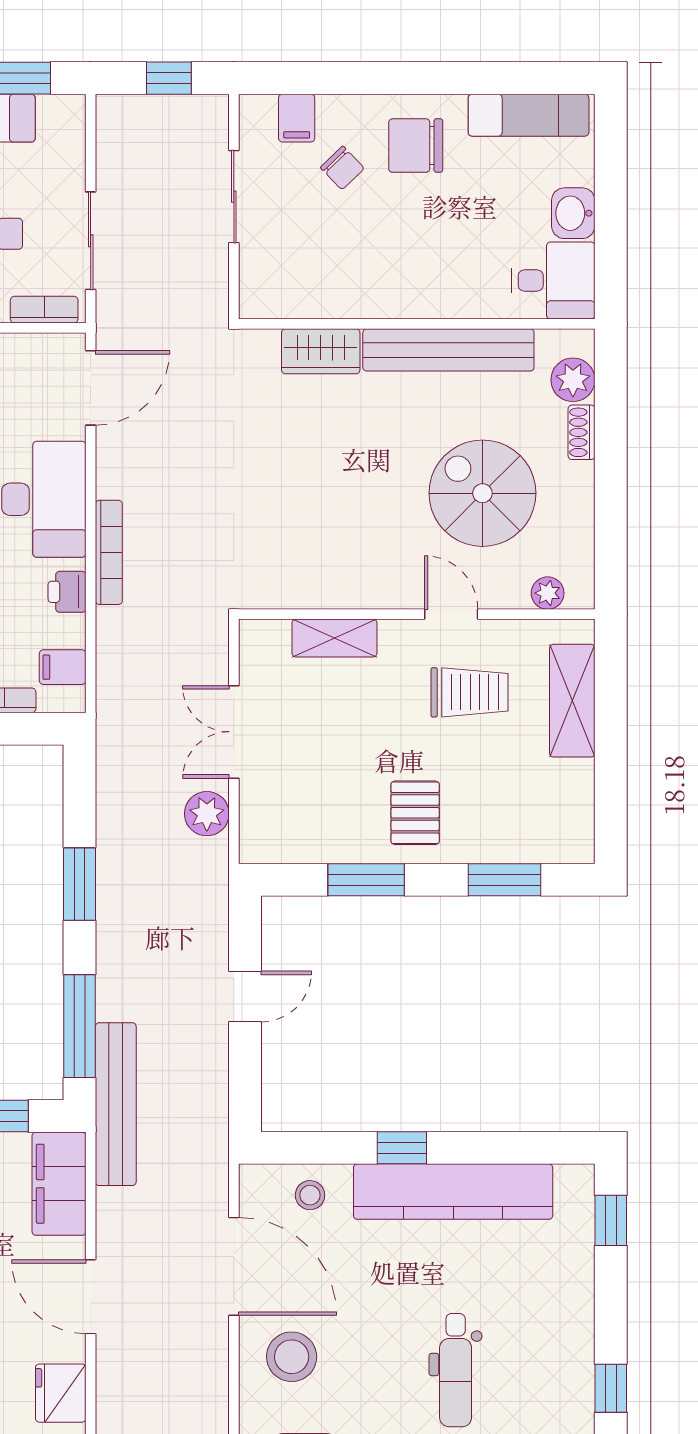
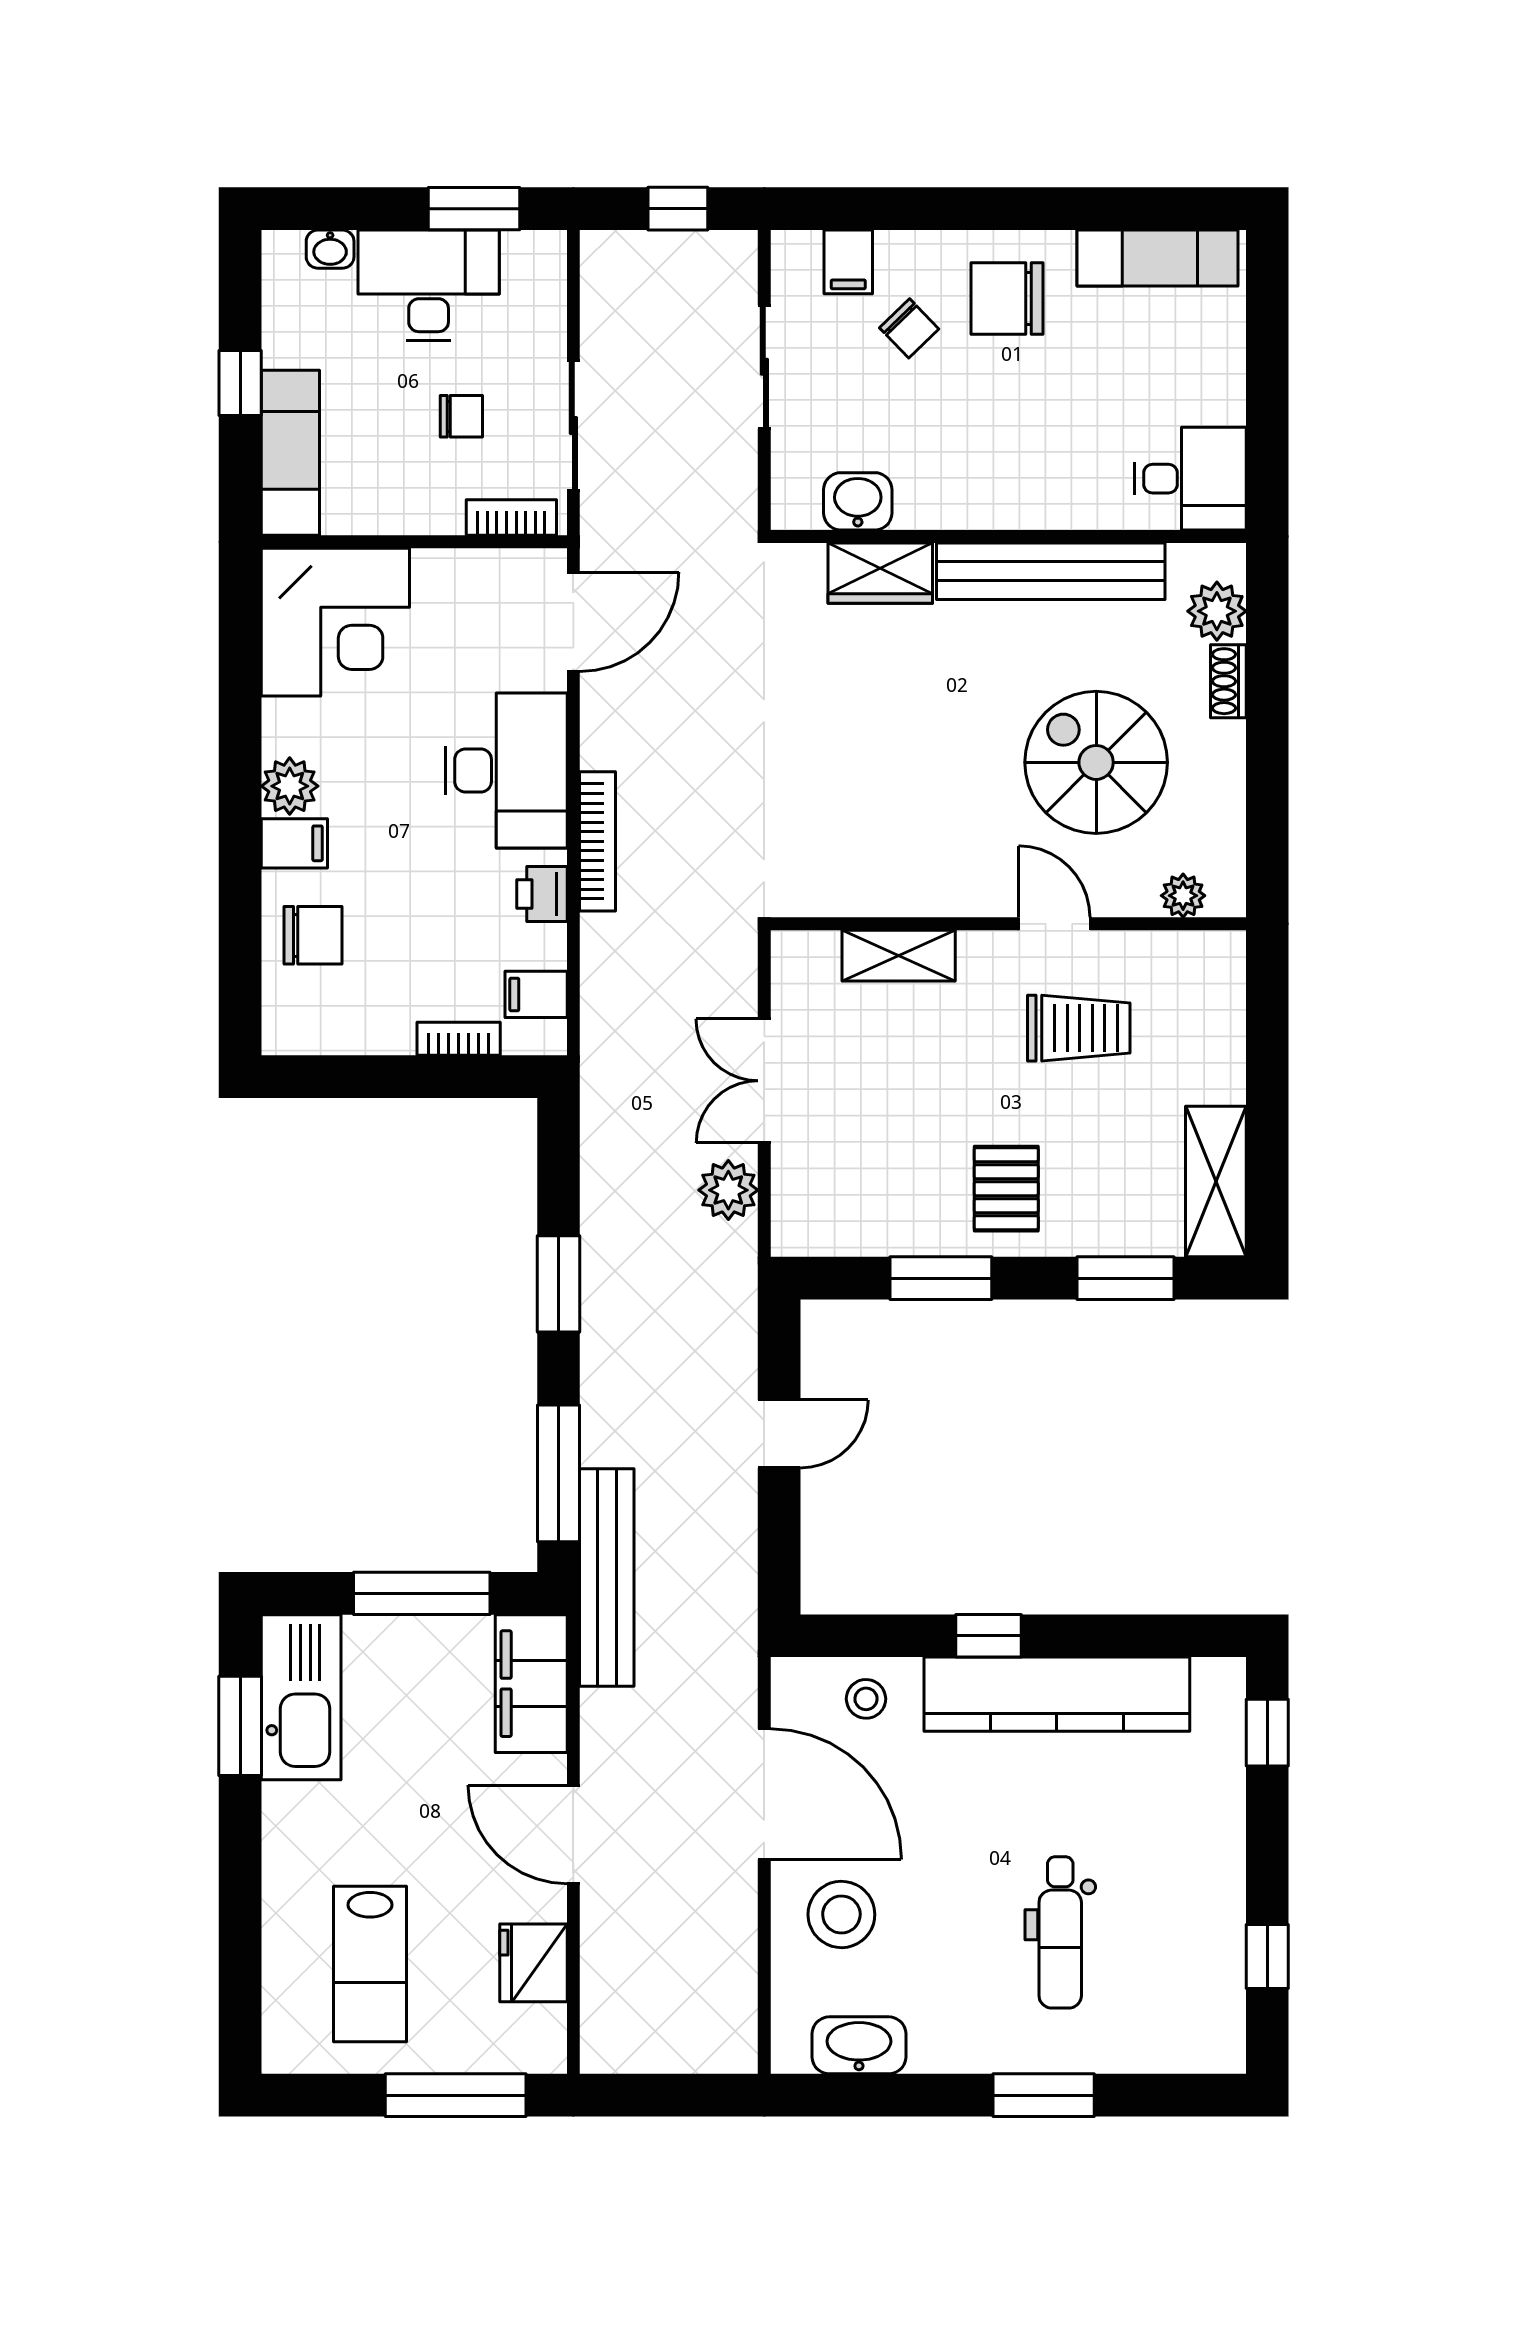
washbasin: (573, 213) -> (858, 501), moved, turned 90
shelving: (572, 701) -> (1216, 1181), moved

